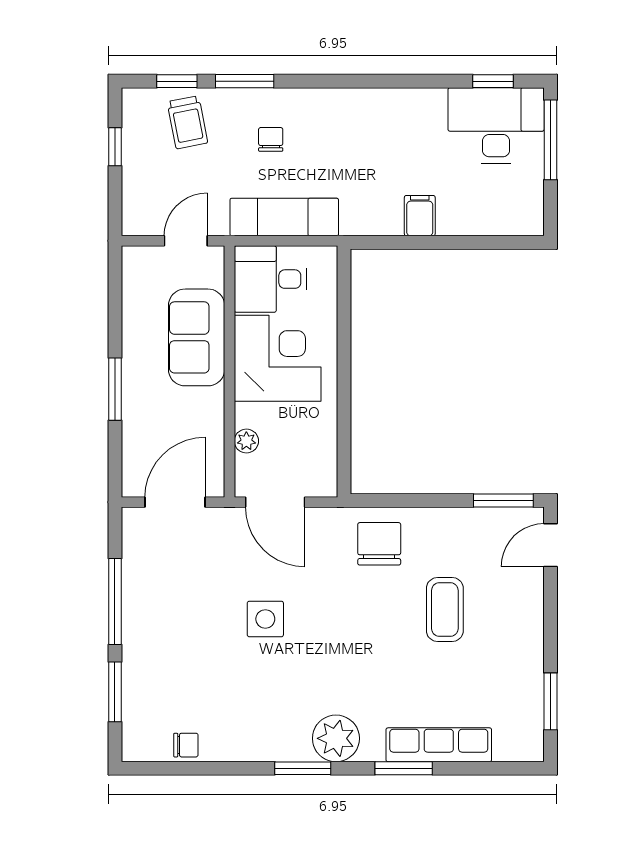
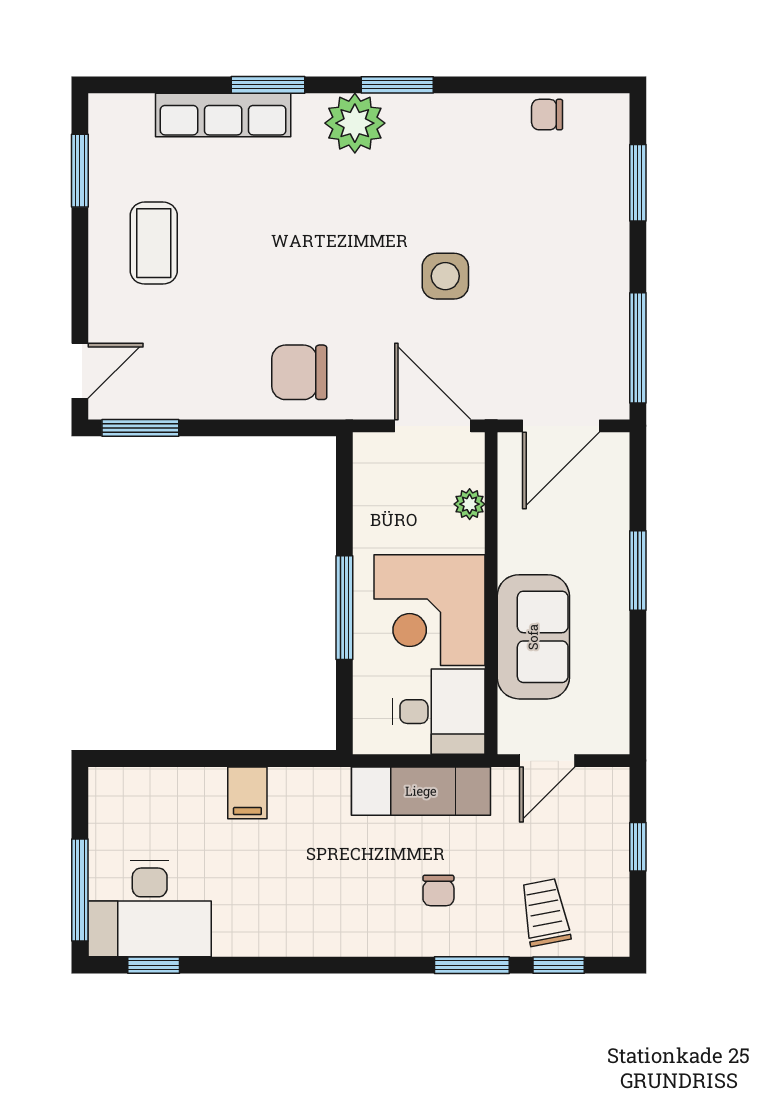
window: (115, 147) -> (638, 847), moved
window: (344, 360) -> (344, 608), added
chair: (379, 544) -> (299, 372), turned 90
window: (115, 602) -> (638, 348), moved
coffee table: (445, 610) -> (154, 243), moved

